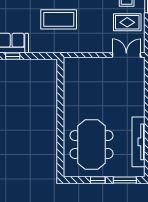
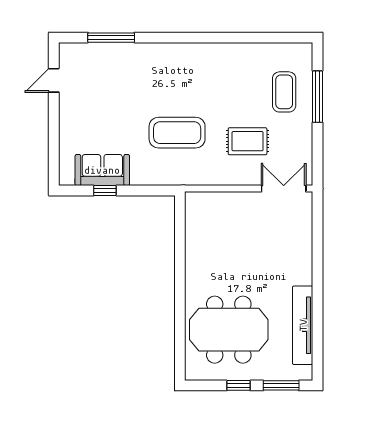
rug: (127, 22) -> (248, 141), moved
meeting table: (92, 145) -> (229, 330), turned 90

